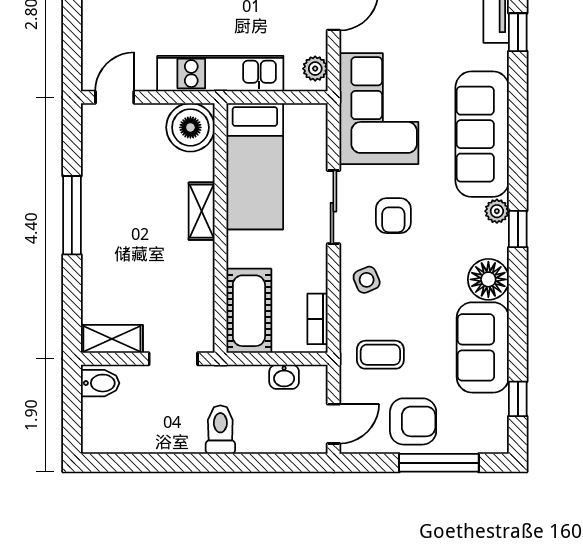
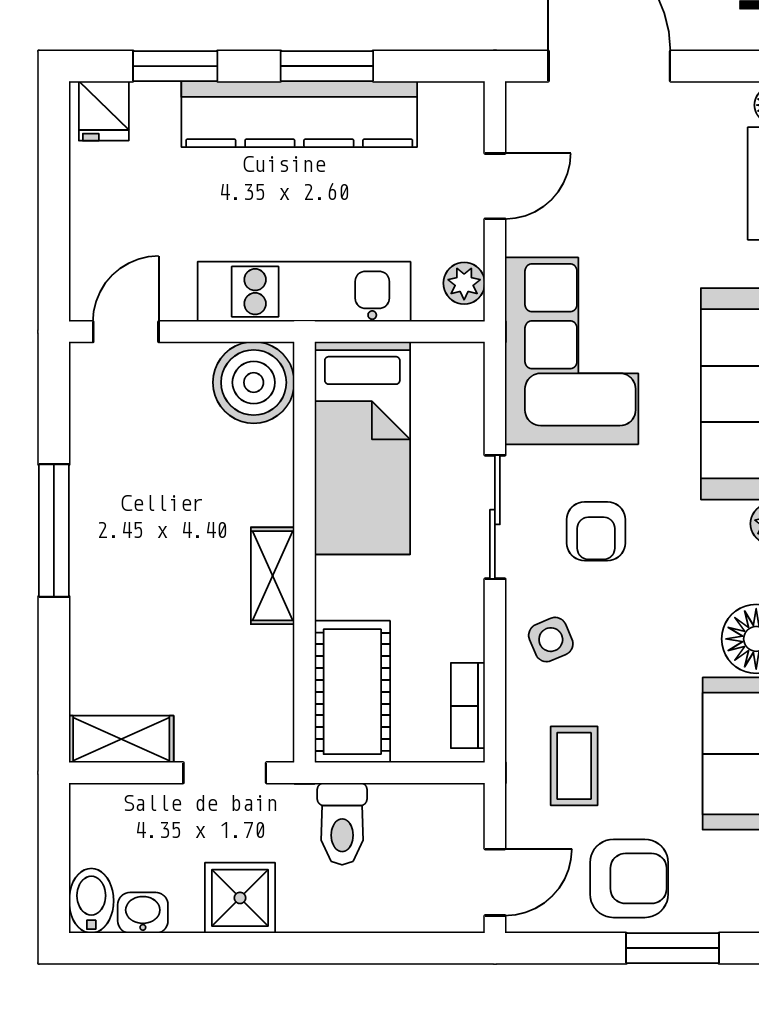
shelving: (202, 211) -> (273, 576), moved
coffee table: (380, 355) -> (574, 766), turned 90
washbasin: (284, 377) -> (143, 913), moved, turned 180
bidet: (100, 383) -> (91, 901), moved, turned -90
toilet: (220, 430) -> (342, 824), moved, turned 180
shower: (182, 433) -> (240, 898), added
window: (439, 463) -> (673, 948), width x0.69

